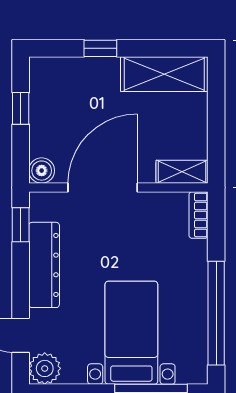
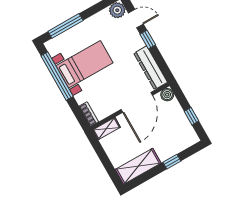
window: (21, 225) -> (148, 39), moved
dresser: (44, 265) -> (150, 68), moved
bed with nightstands: (131, 333) -> (84, 64), moved, turned -90

